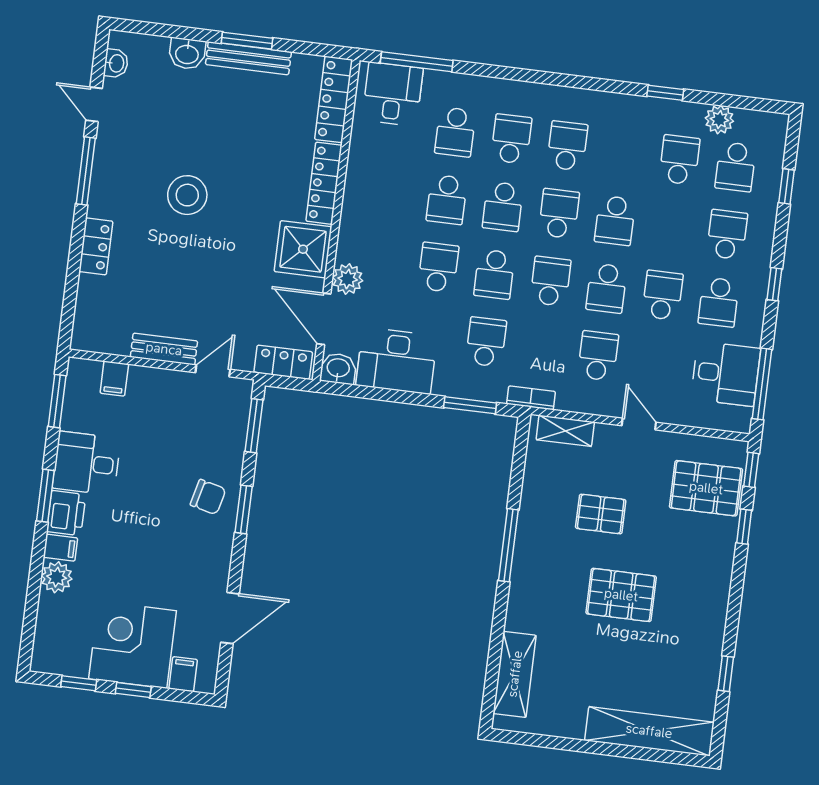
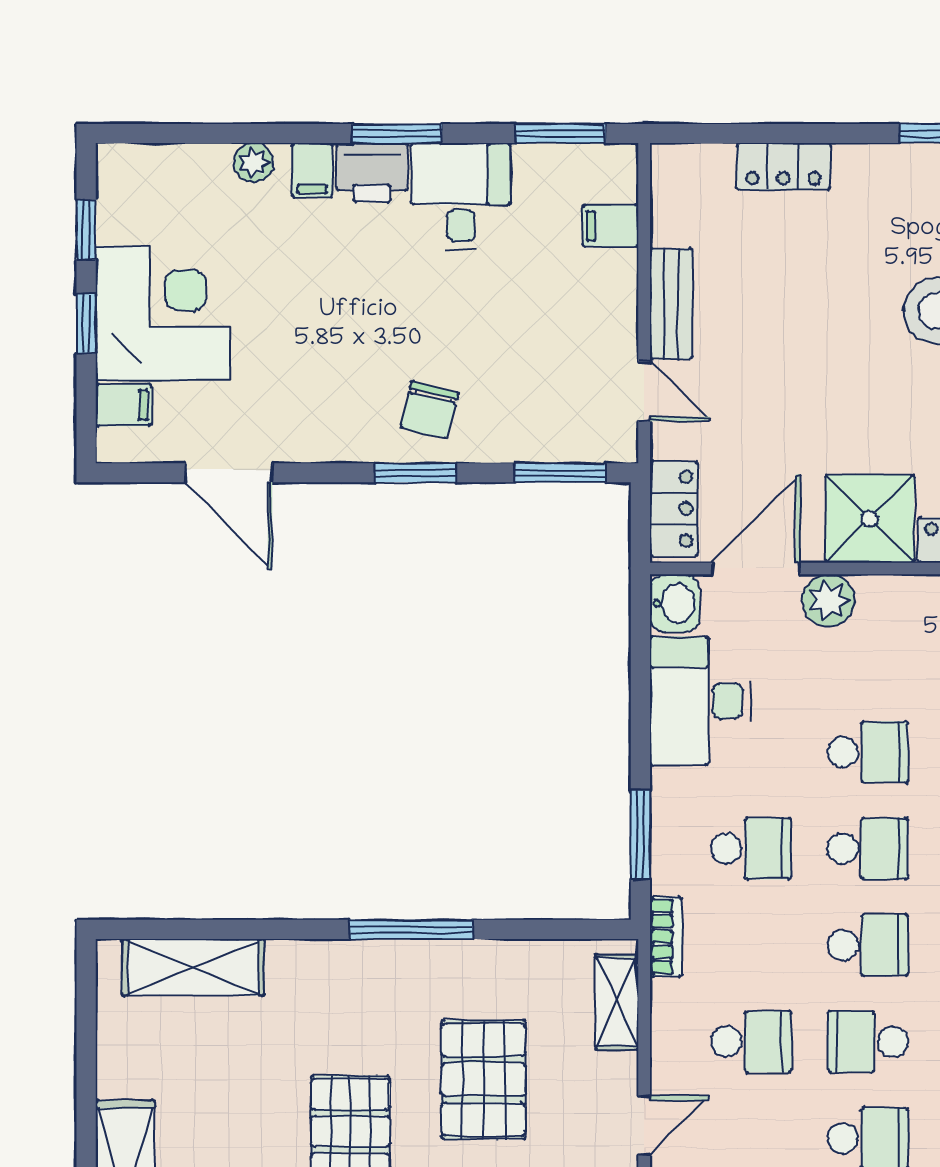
locker: (96, 246) -> (783, 167), moved
school desk: (494, 274) -> (868, 849), turned 180
pallet: (601, 514) -> (483, 1080), width x1.50, depth x1.42
plant: (57, 577) -> (254, 162), width x0.73, depth x0.73

